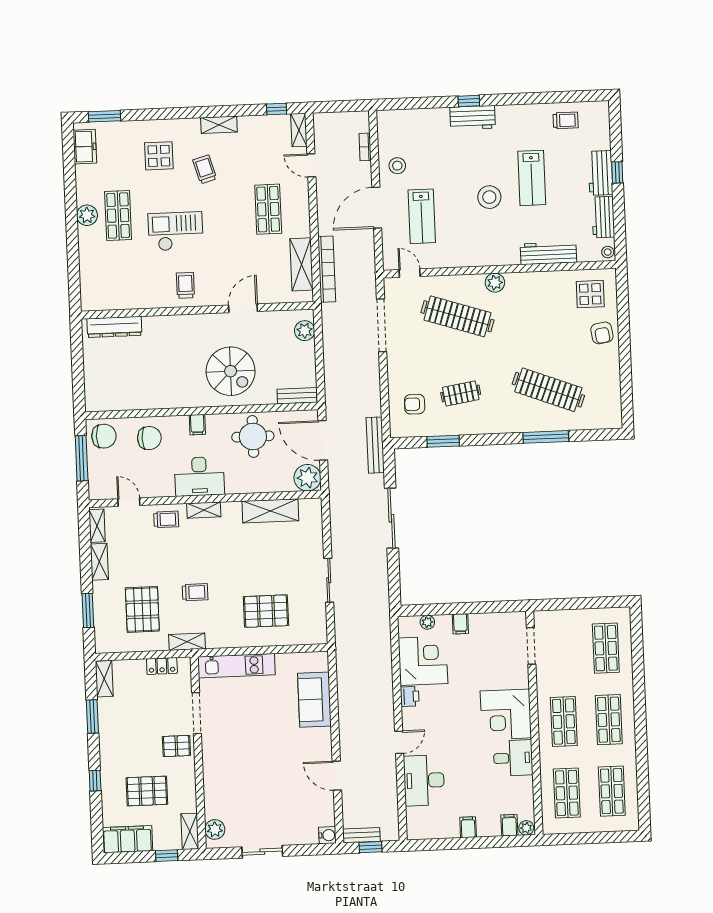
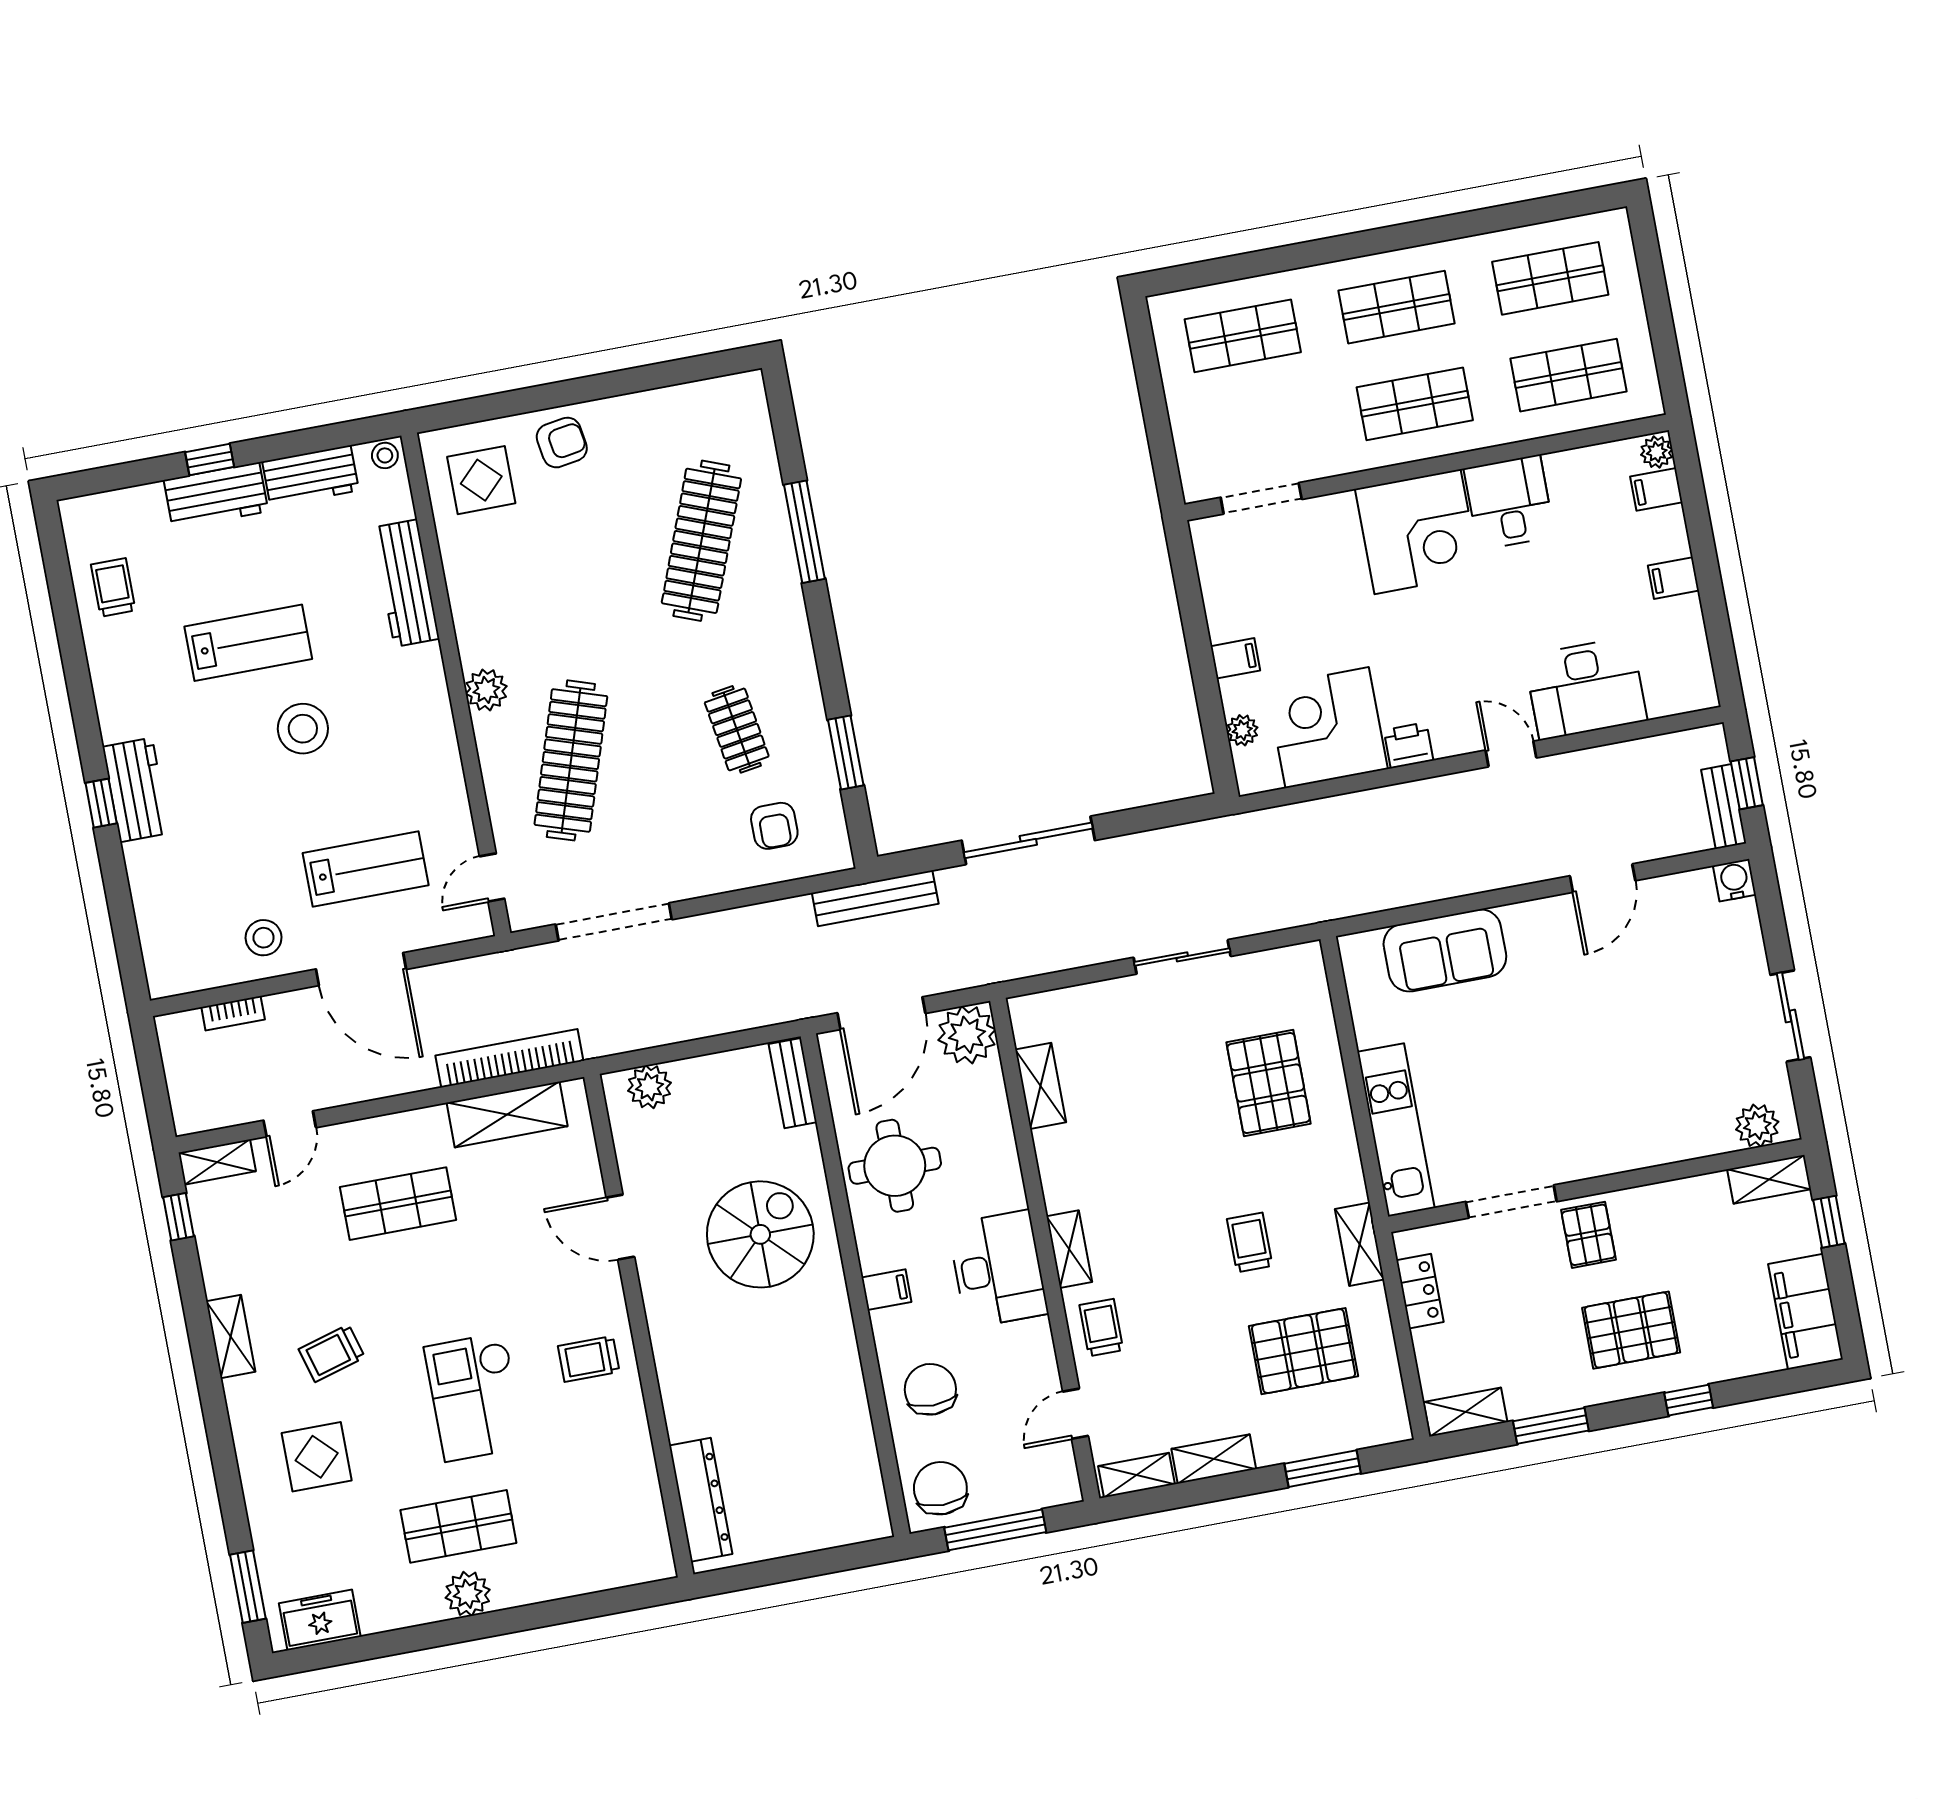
shelving: (270, 511) -> (1041, 1086), width x0.67, depth x0.75
pallet: (147, 791) -> (1631, 1330), moved, turned 90

